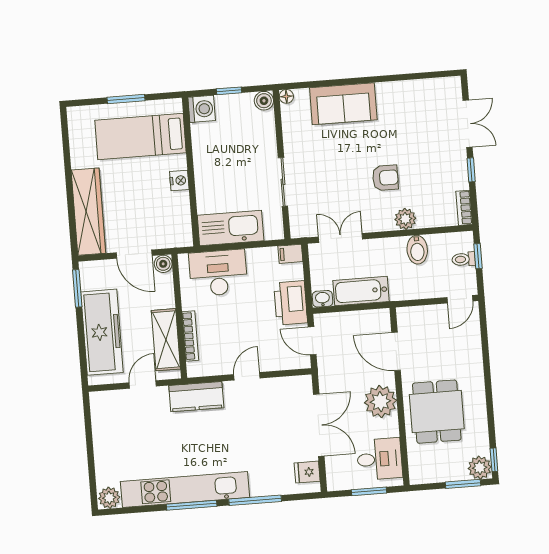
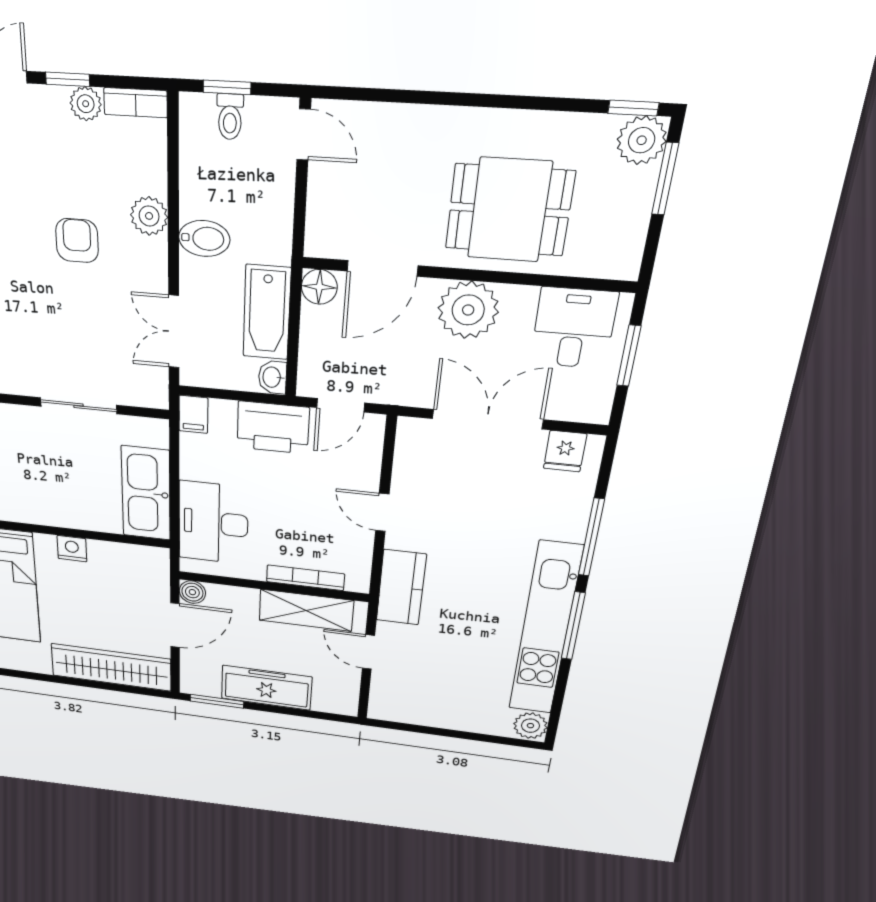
plant: (460, 180) -> (86, 104), added
bidet: (417, 250) -> (204, 239), moved
floor lamp: (380, 319) -> (319, 287), added
freezer: (102, 332) -> (266, 688), width x0.73, depth x0.79

